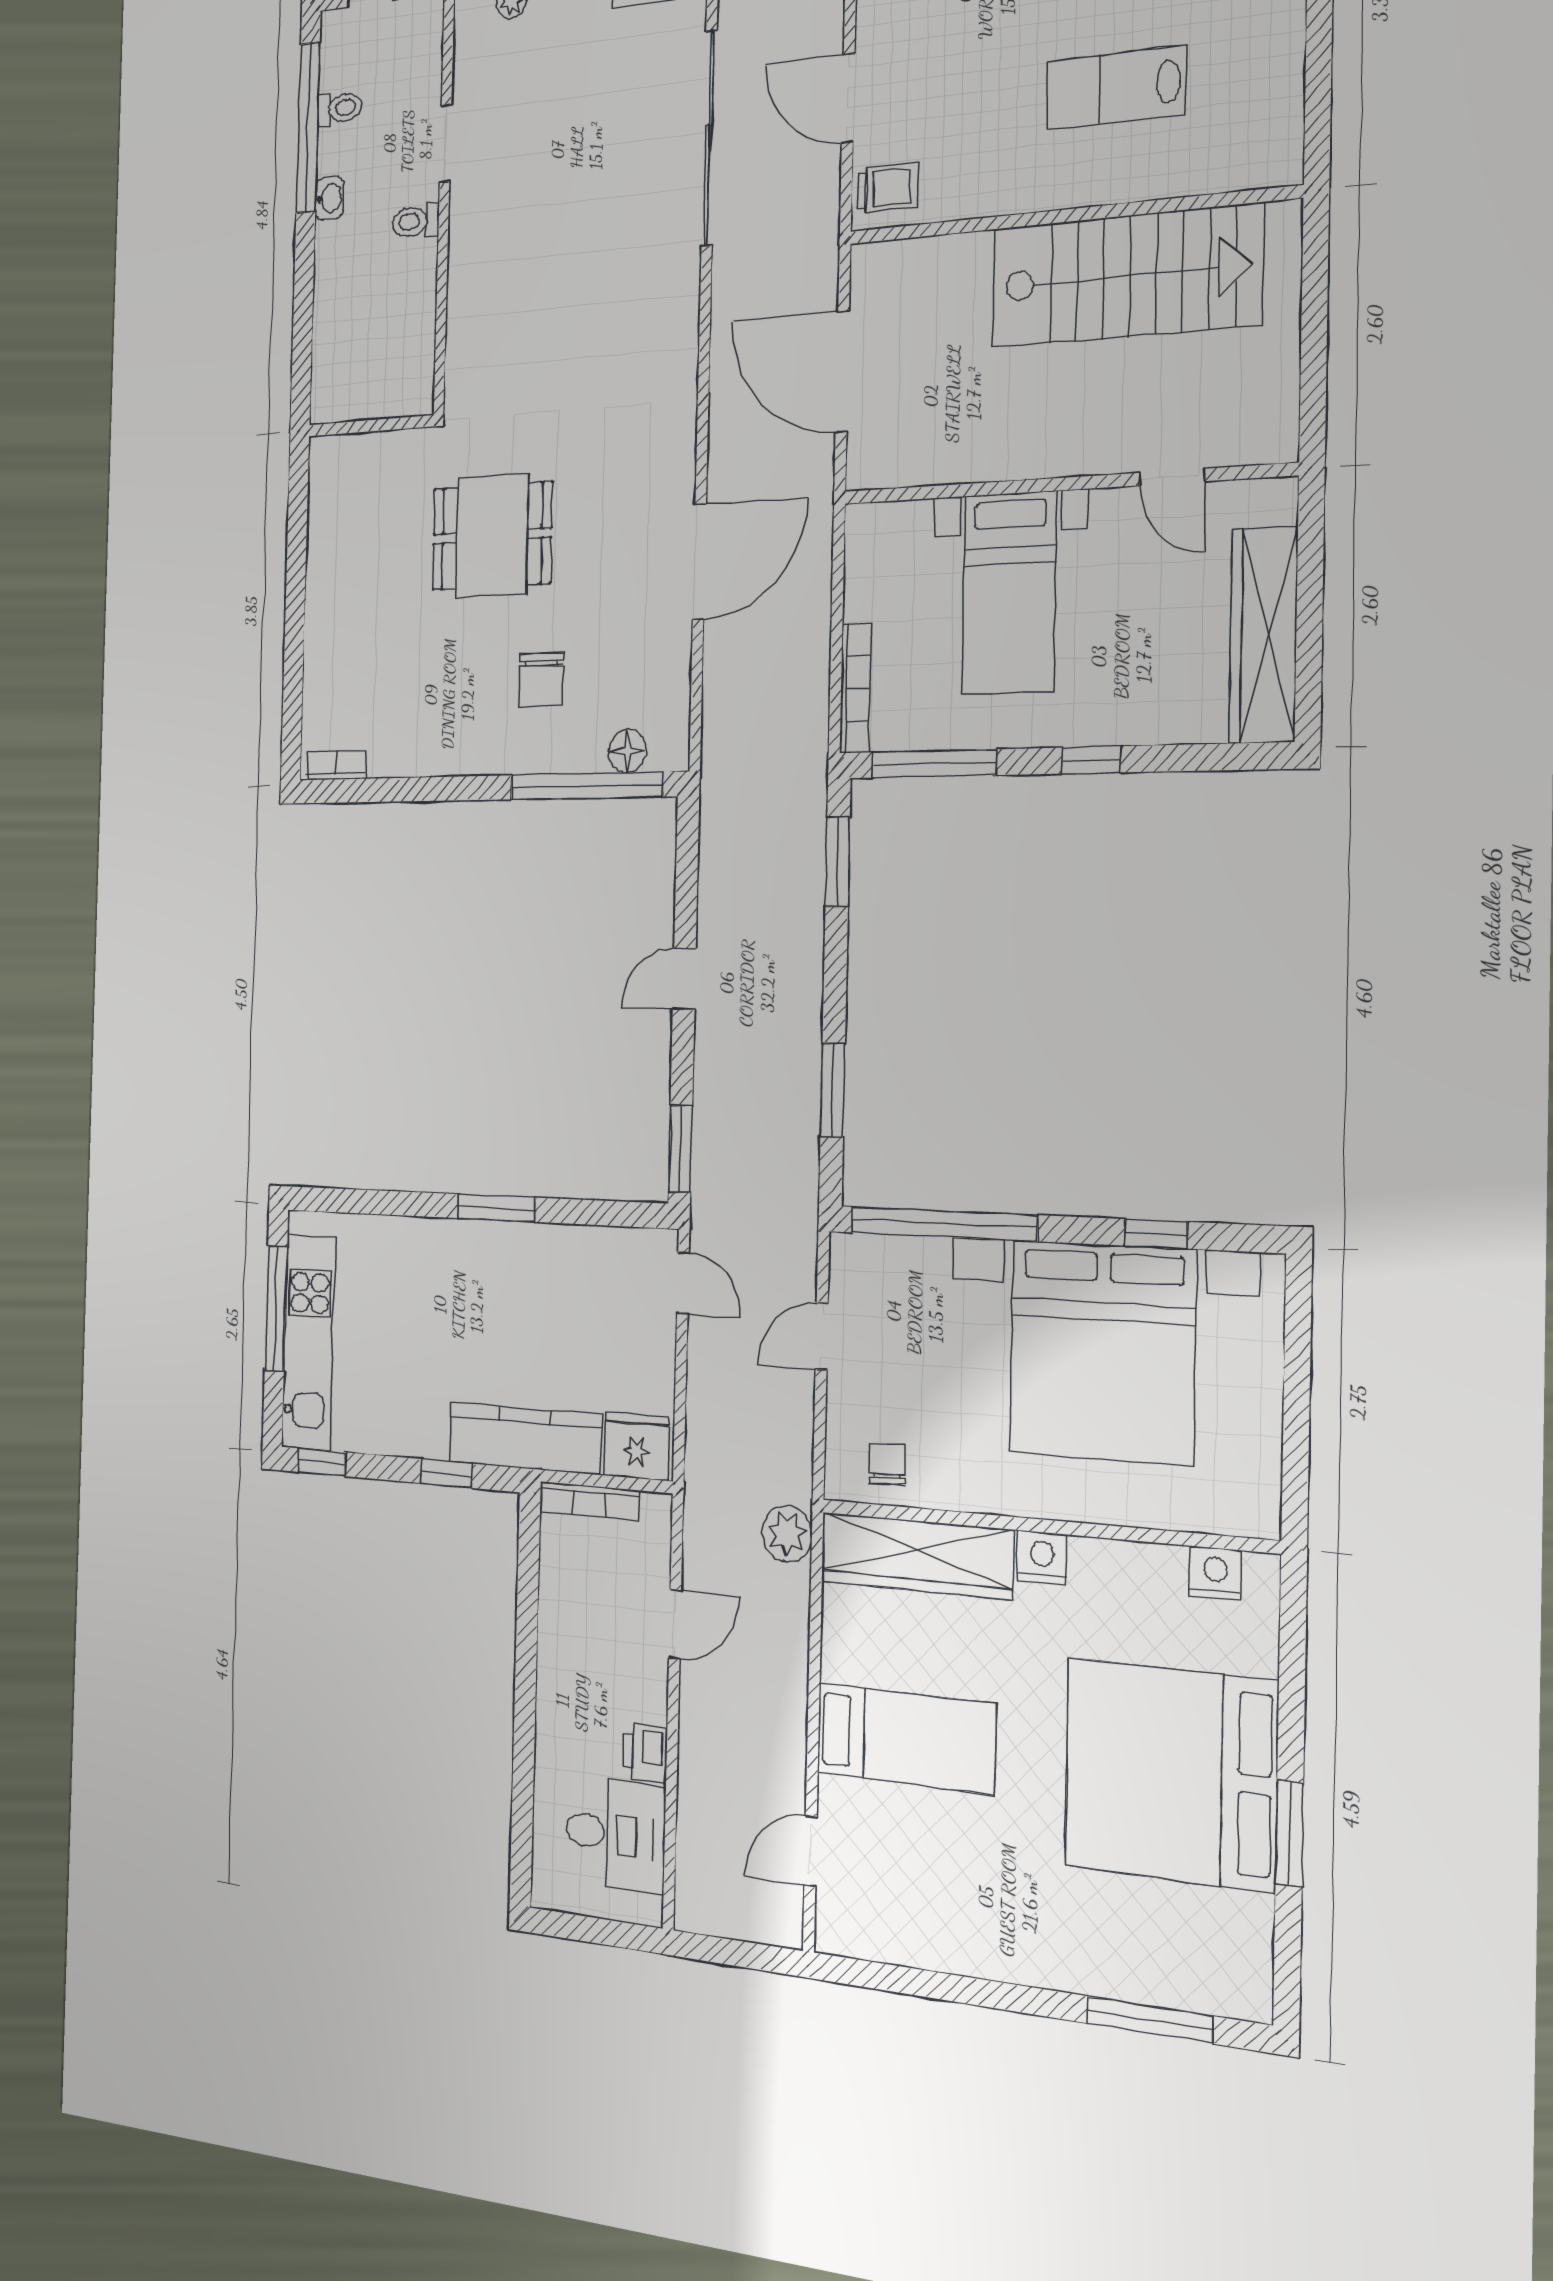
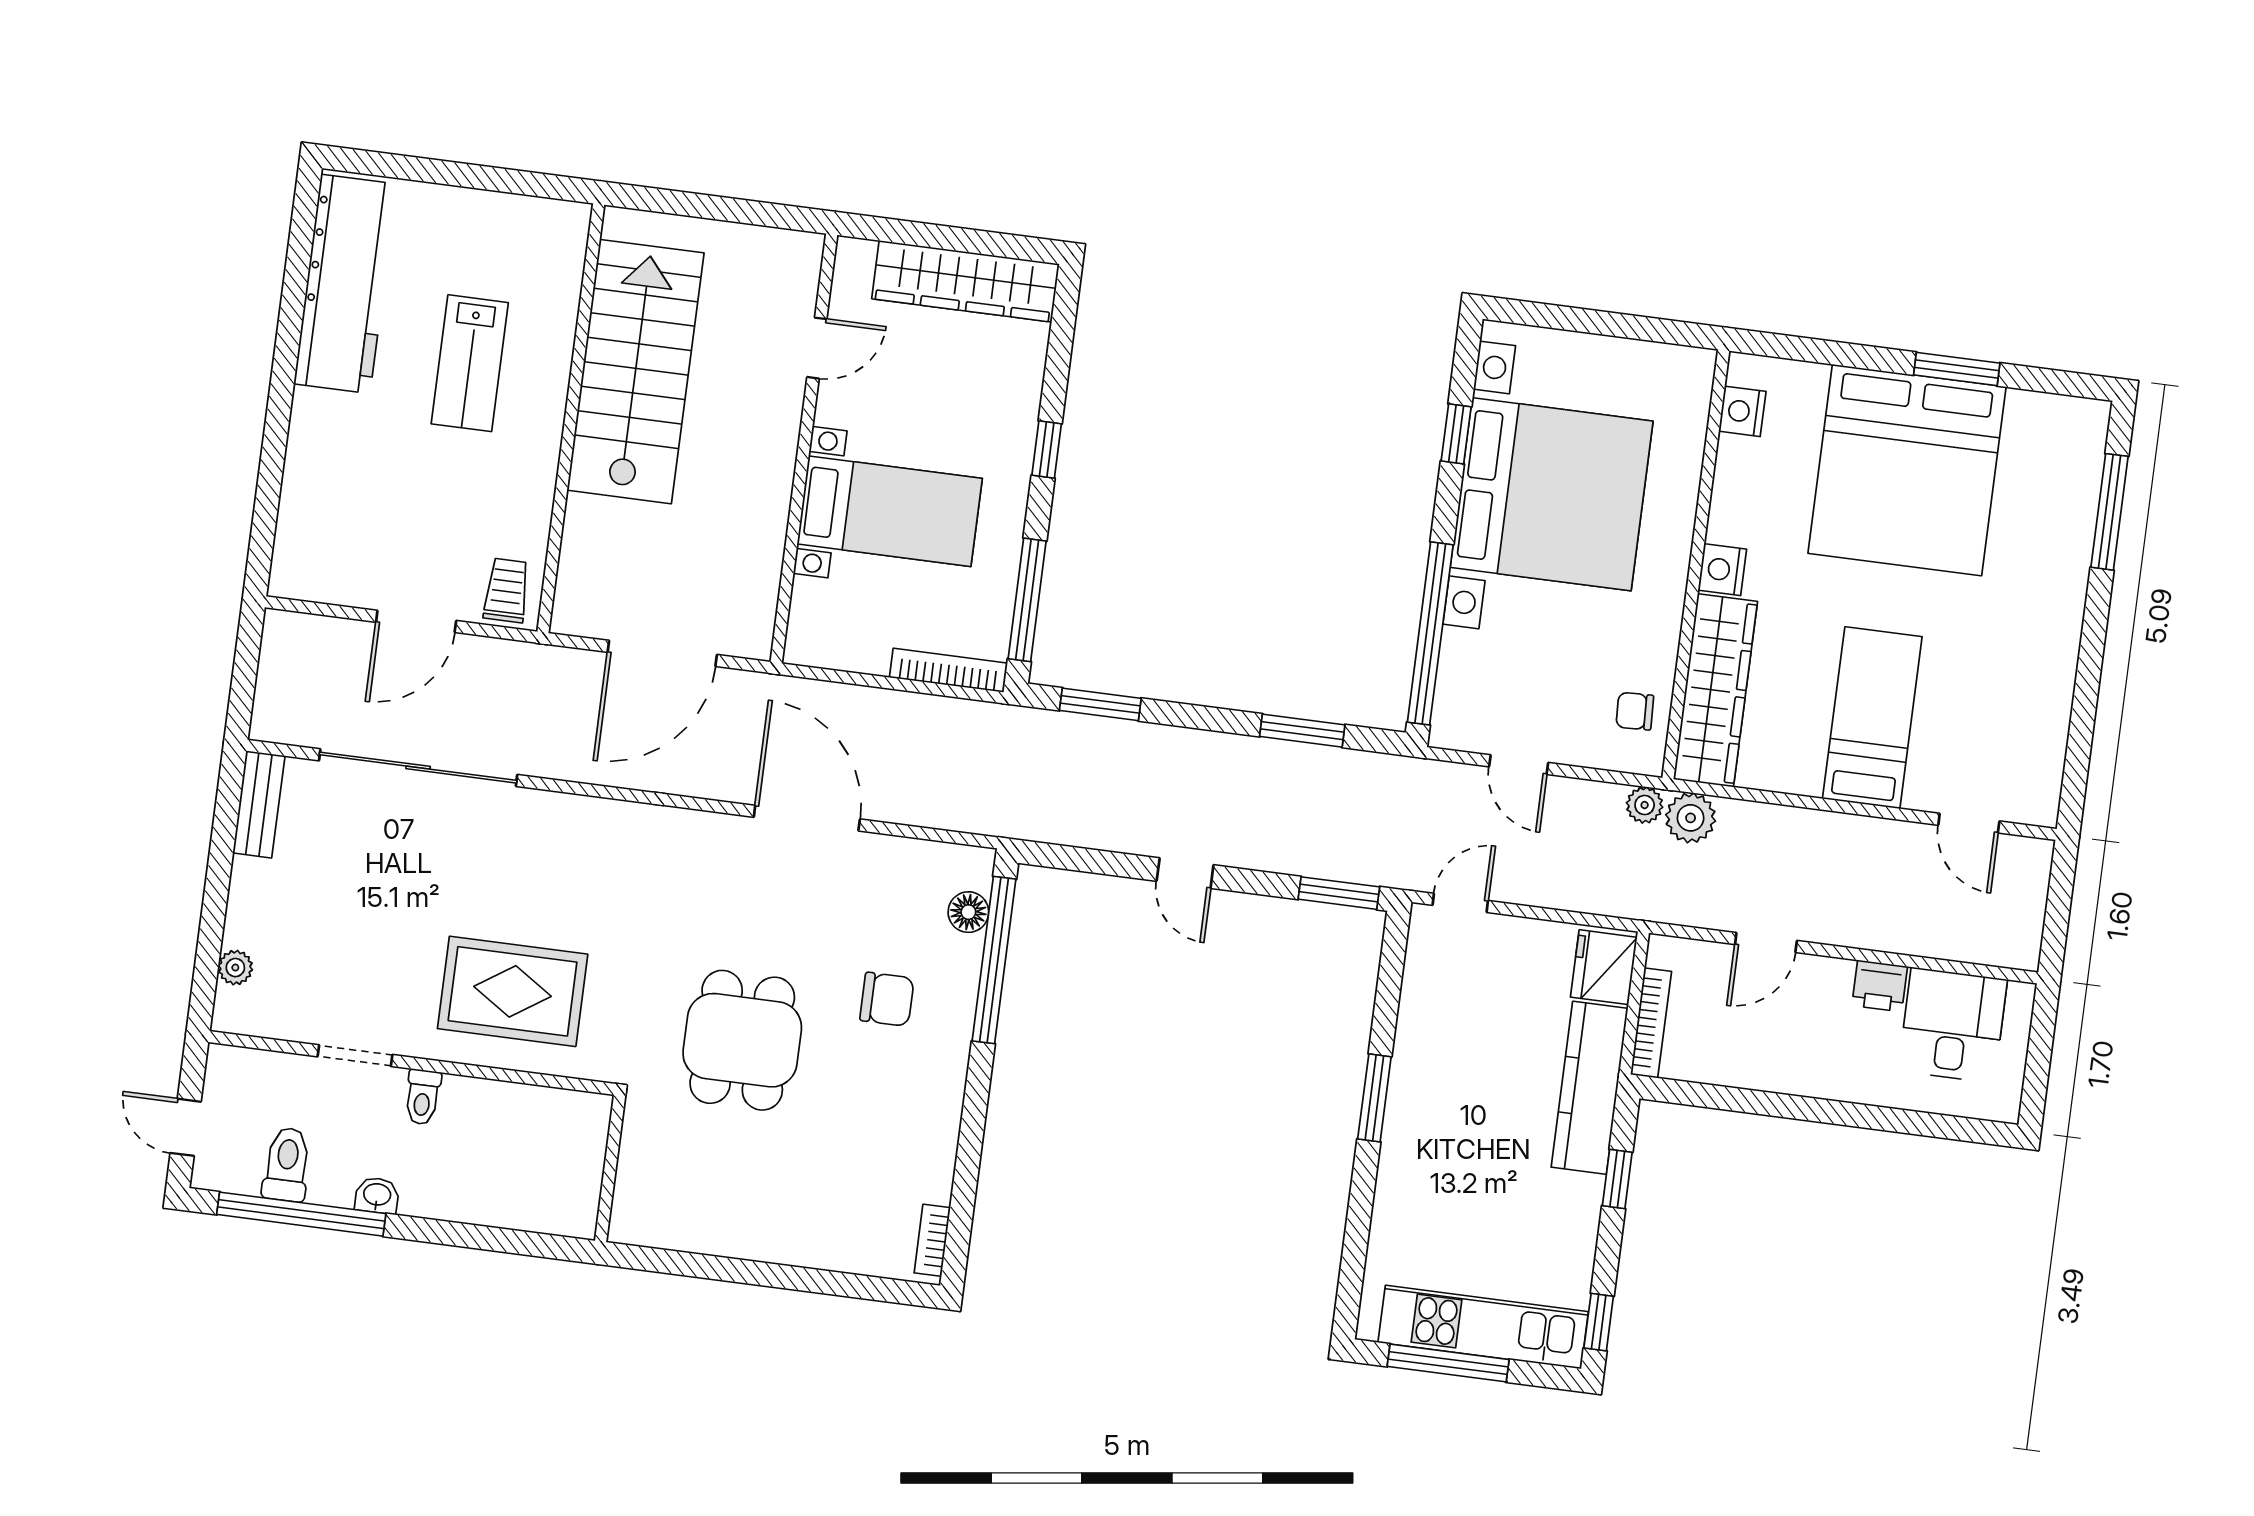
toilet: (339, 108) -> (287, 1164), width x1.37, depth x1.39
rug: (515, 289) -> (513, 991), added
plant: (795, 1481) -> (1645, 805), added
door: (675, 1624) -> (1766, 943), swing flipped

